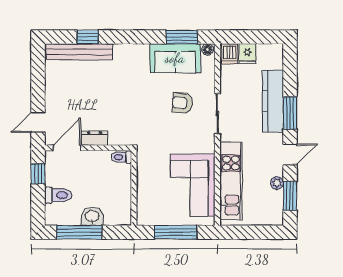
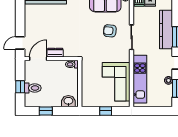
window: (38, 174) -> (20, 87), moved
washbasin: (92, 216) -> (68, 101), moved
window: (79, 232) -> (46, 111), width x0.46
window: (176, 232) -> (106, 111), width x0.46

